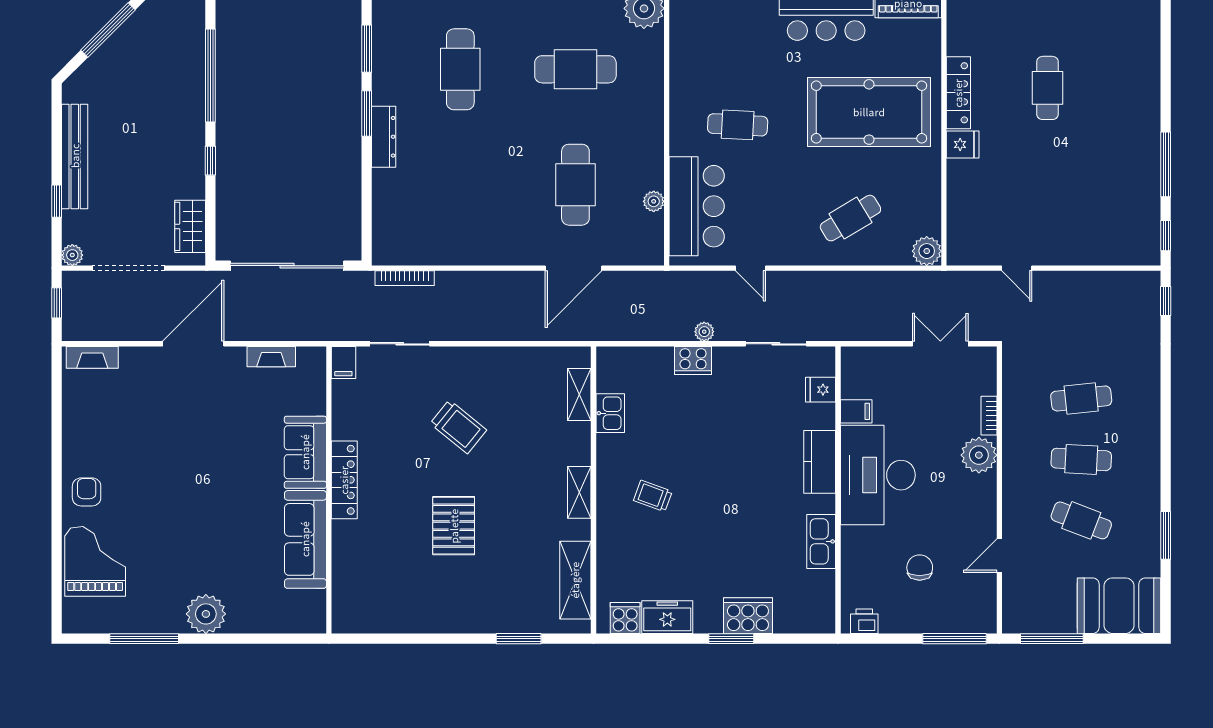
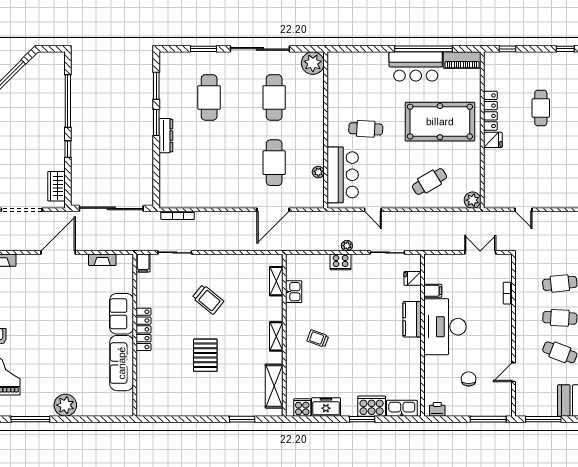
cafe table: (575, 69) -> (274, 97), turned 90
plant: (979, 455) -> (502, 315), removed
kitchen sink: (821, 541) -> (402, 408), moved, turned 90

